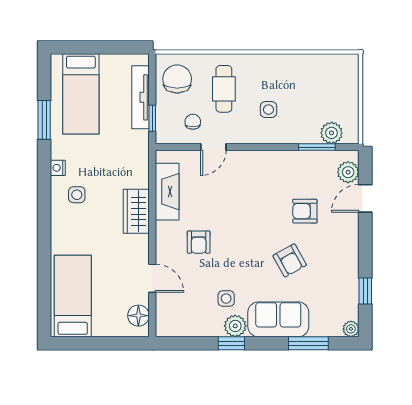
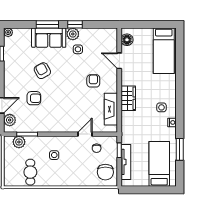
cafe table: (224, 89) -> (30, 172), moved
window: (308, 343) -> (47, 24), moved

